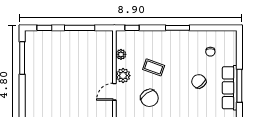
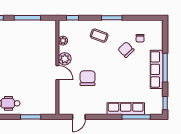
coffee table: (154, 67) -> (99, 36), moved
chair: (199, 81) -> (126, 50), moved
door: (114, 92) -> (57, 73), swing flipped
chair: (149, 98) -> (88, 78), turned -145

